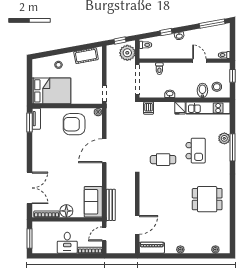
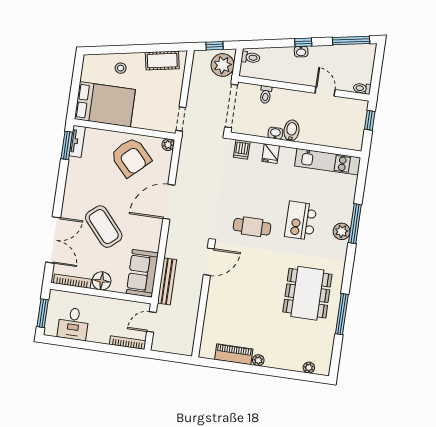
window: (166, 32) -> (303, 42), moved
stool: (217, 87) -> (345, 133), removed
bidet: (202, 90) -> (292, 131), moved
fridge: (180, 108) -> (271, 153), moved
armchair: (74, 124) -> (131, 157), turned -133
plant: (224, 138) -> (342, 231), moved
kitchen island: (196, 151) -> (301, 221), turned 180
coffee table: (63, 174) -> (104, 227), added
dining table: (207, 199) -> (307, 293), width x1.38
window: (233, 210) -> (342, 314), added
door: (137, 225) -> (209, 262), moved
desk: (67, 243) -> (73, 324), moved
piano: (152, 248) -> (234, 354), moved

